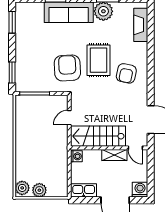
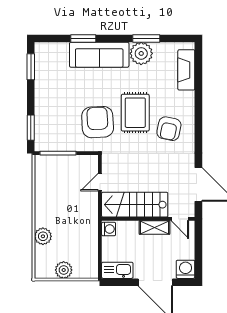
plant: (22, 188) -> (43, 236), moved

